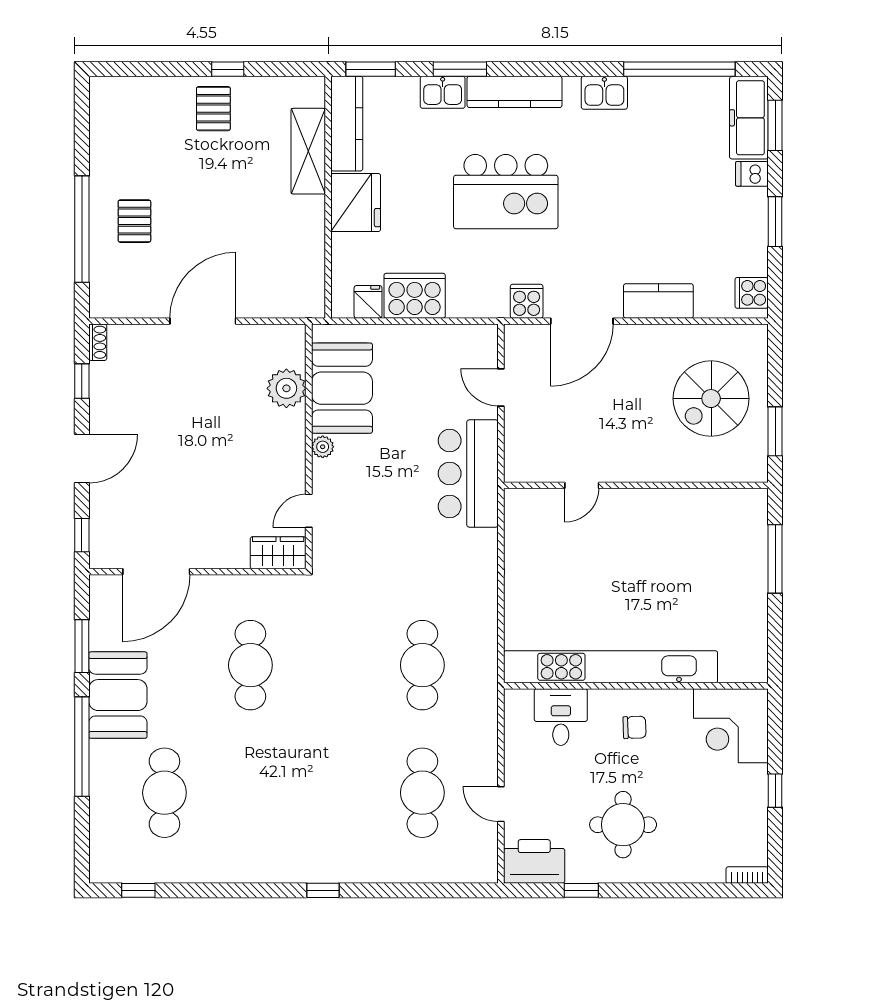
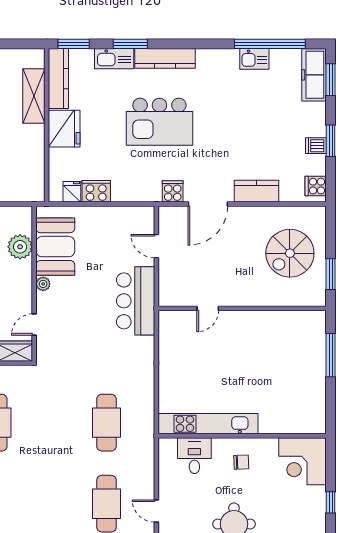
kitchen sink: (443, 92) -> (114, 59), width x1.38
kitchen sink: (604, 93) -> (254, 59), moved
dishwasher: (752, 174) -> (316, 146), moved
cooker: (415, 296) -> (96, 191), width x0.73, depth x0.76
kitchen unit: (611, 667) -> (208, 424), width x0.73

